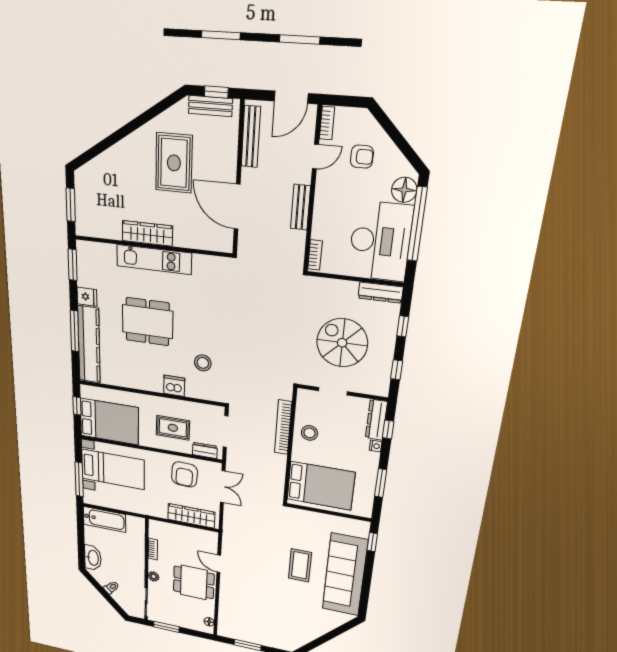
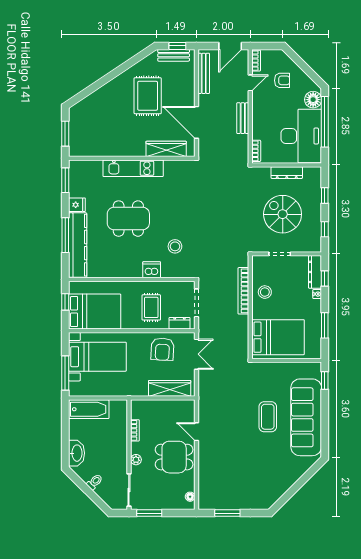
wardrobe: (147, 233) -> (166, 149), moved
dresser: (380, 293) -> (287, 173), moved
rug: (173, 428) -> (151, 307), turned 90

